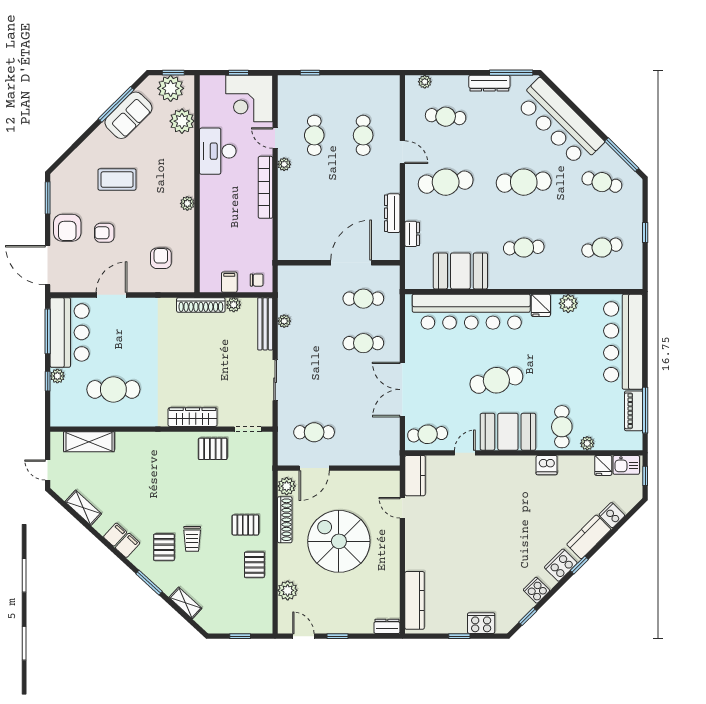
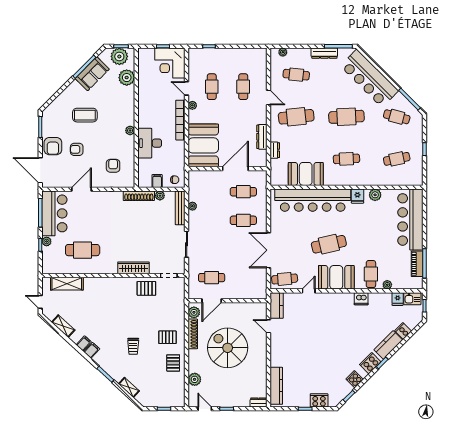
desk: (218, 151) -> (150, 143), moved
booth: (301, 227) -> (203, 145), added
pallet: (164, 547) -> (115, 352), removed

